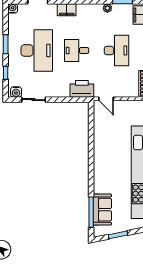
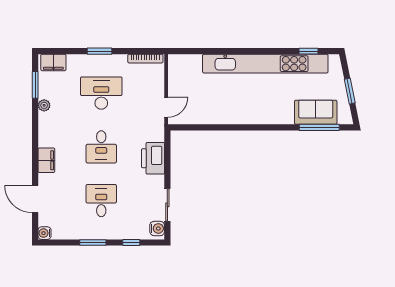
desk: (37, 51) -> (101, 201), width x0.53, depth x0.77
printer: (82, 89) -> (153, 158), moved

